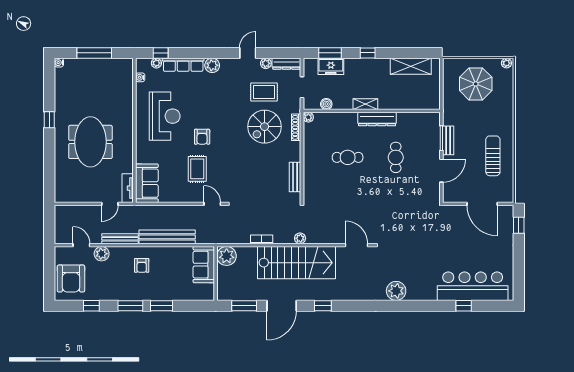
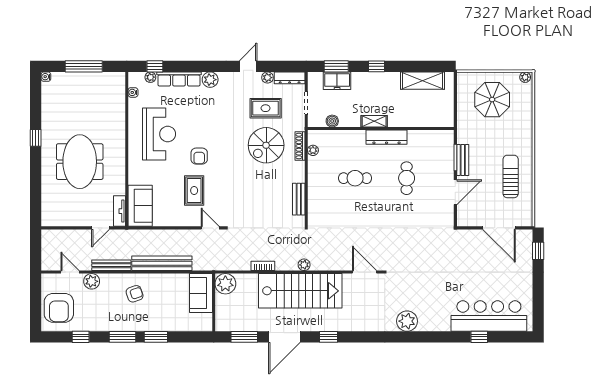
plant: (308, 117) -> (313, 150), moved
armchair: (142, 265) -> (135, 294), turned -109

